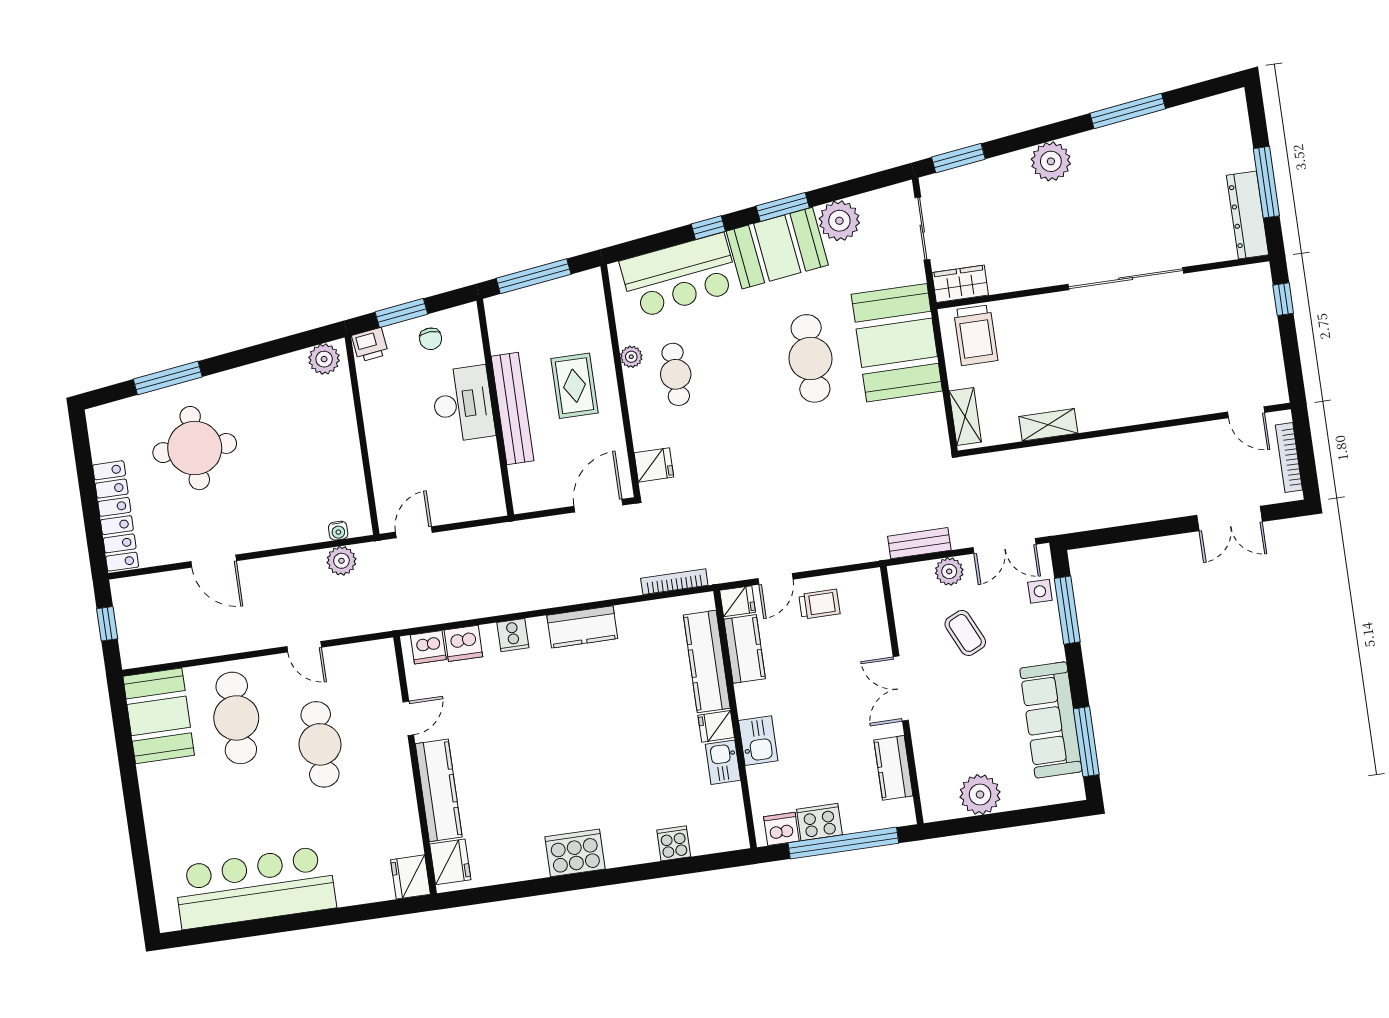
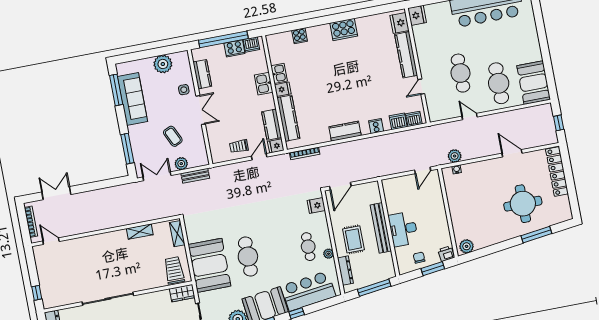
dresser: (596, 317) -> (345, 271), added
side table: (1040, 591) -> (184, 90), moved

